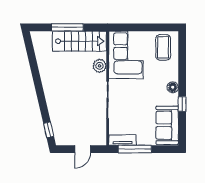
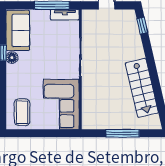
stairs: (79, 41) -> (142, 88), moved, turned -103
plant: (100, 66) -> (89, 93), removed
floor lamp: (173, 87) -> (12, 58), moved

